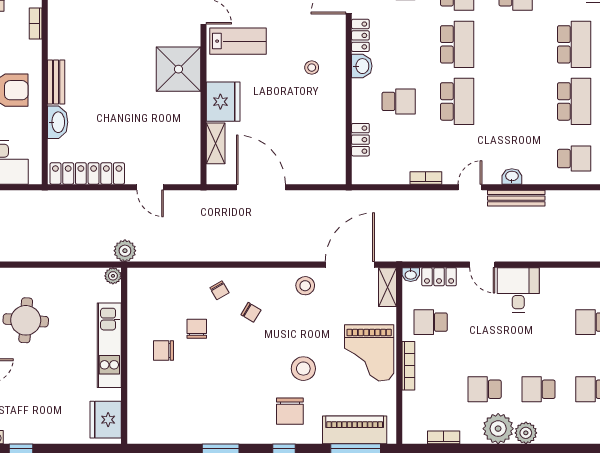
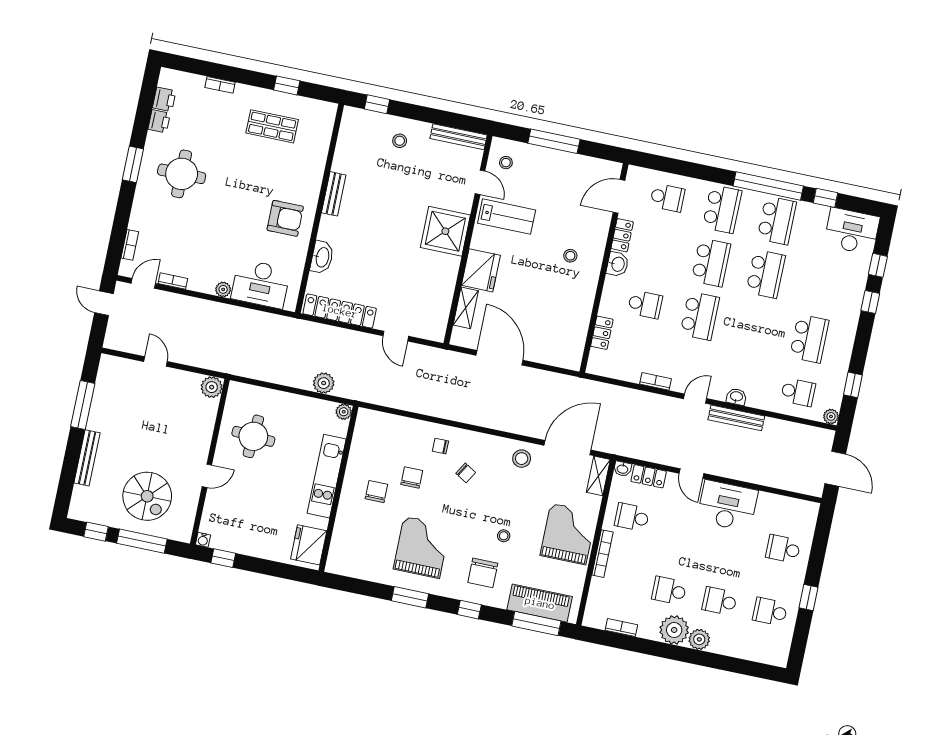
bookcase: (36, 23) -> (321, 161), removed
school desk: (574, 44) -> (766, 274), moved
bench: (56, 82) -> (334, 194), moved
plant: (125, 251) -> (324, 383), moved
chair: (219, 290) -> (440, 446), turned 120
desk: (518, 290) -> (727, 506), width x1.37
chair: (164, 351) -> (376, 492), turned 90
grand piano: (369, 353) -> (568, 534), turned 180
stool: (303, 369) -> (504, 536), width x0.53, depth x0.53
grand piano: (222, 398) -> (422, 547), added

